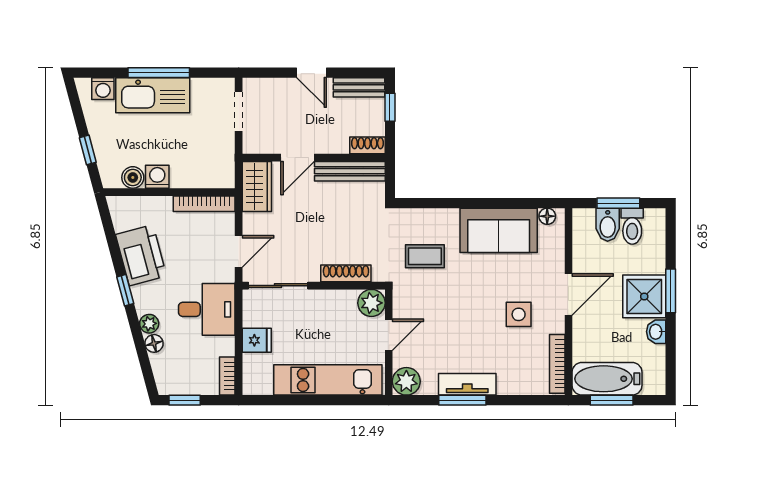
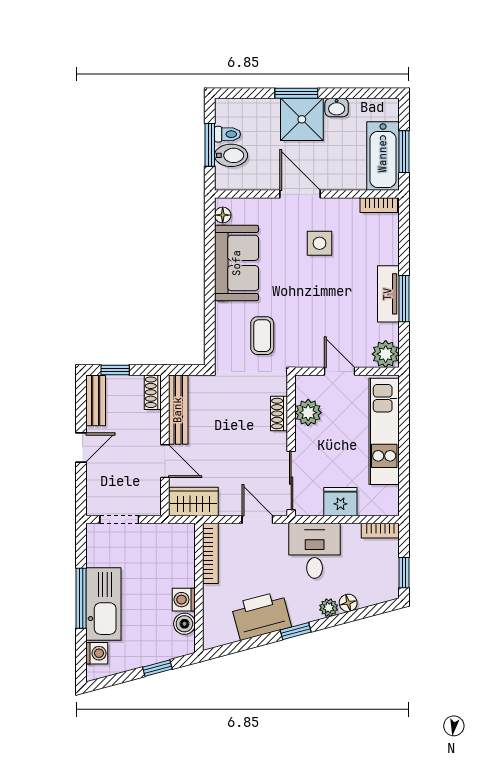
toilet: (632, 226) -> (228, 134), width x0.73, depth x0.72
shoe rack: (346, 273) -> (279, 414), width x0.70
plant: (371, 303) -> (308, 413), moved
fridge: (257, 340) -> (340, 502), width x1.38
bookcase: (557, 364) -> (379, 205), width x0.64

